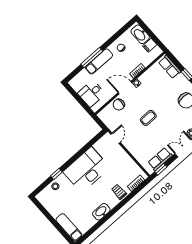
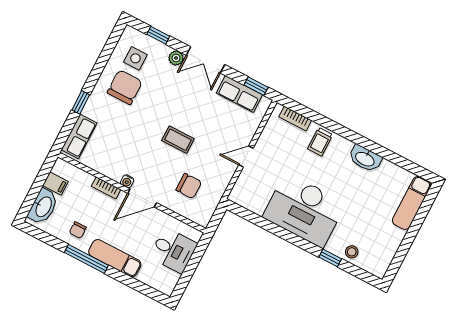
window: (92, 58) -> (86, 259), moved
door: (125, 88) -> (142, 198), hinge flipped
chair: (119, 105) -> (189, 186), moved
door: (116, 138) -> (246, 157), moved

